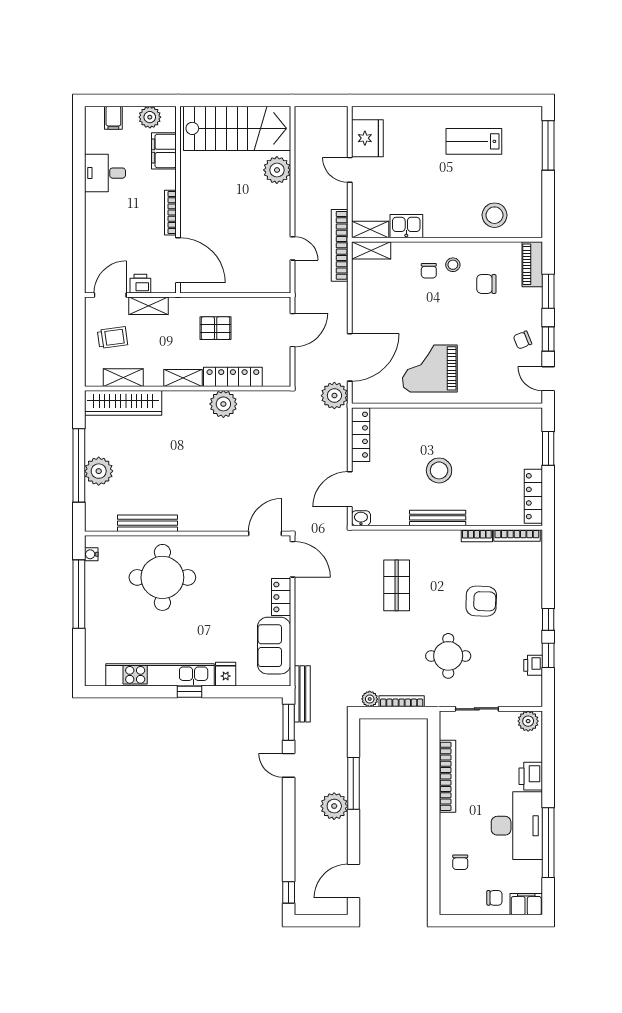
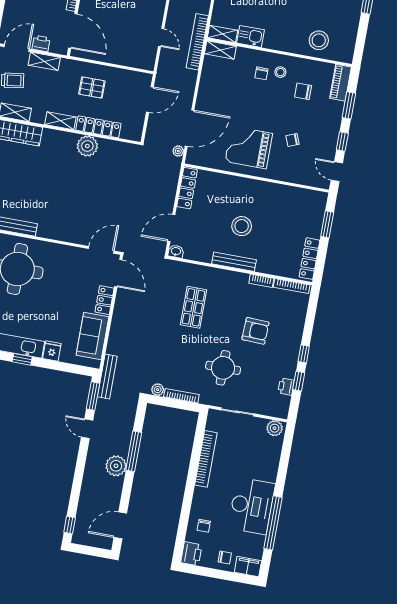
chair: (522, 340) -> (292, 140), moved
plant: (334, 396) -> (178, 151), width x0.53, depth x0.53
printer: (531, 776) -> (191, 554), moved, turned 180

